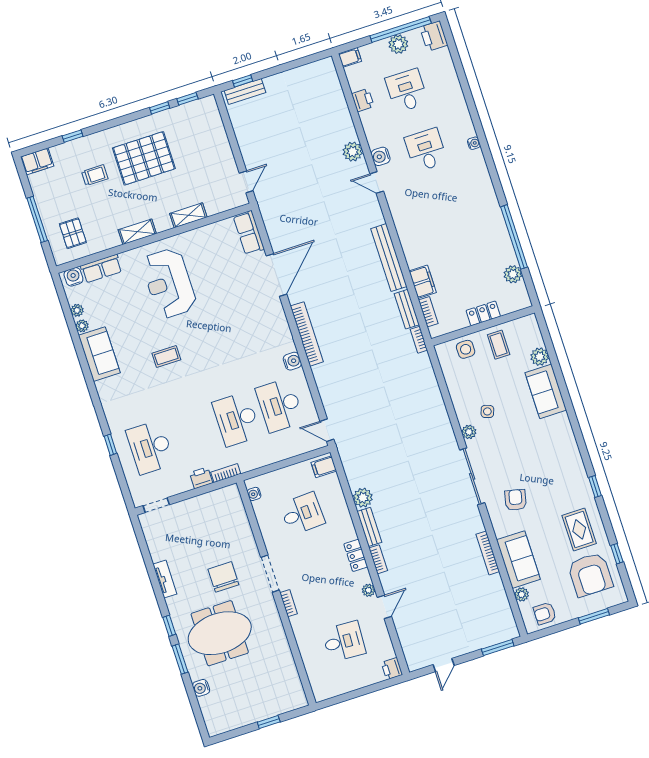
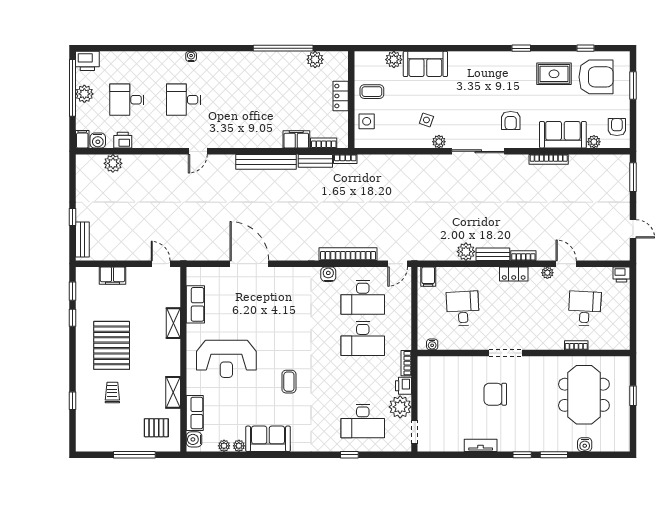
window: (243, 81) -> (72, 217), moved
plant: (353, 152) -> (113, 163), moved
water cooler: (381, 156) -> (98, 141), moved
filing cabinet: (37, 161) -> (113, 276), moved, turned 90
shelving: (137, 232) -> (173, 392), moved
row of seats: (249, 233) -> (195, 304), moved, turned -90
bookcase: (307, 334) -> (348, 254), moved
plant: (178, 482) -> (400, 407), added
armchair: (516, 500) -> (511, 120), turned -103
bookcase: (289, 603) -> (576, 345), moved
armchair: (545, 614) -> (617, 127), turned 180
meeting table: (220, 633) -> (584, 395), moved

